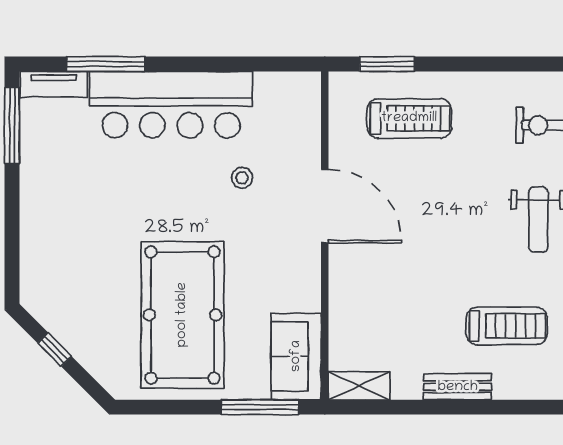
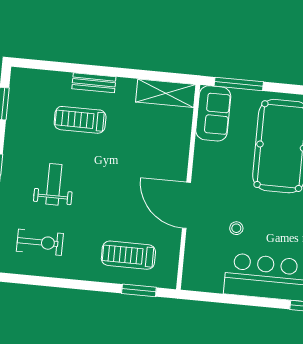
shelving: (359, 386) -> (166, 93), width x1.50, depth x1.33
bench: (458, 387) -> (94, 83), moved

